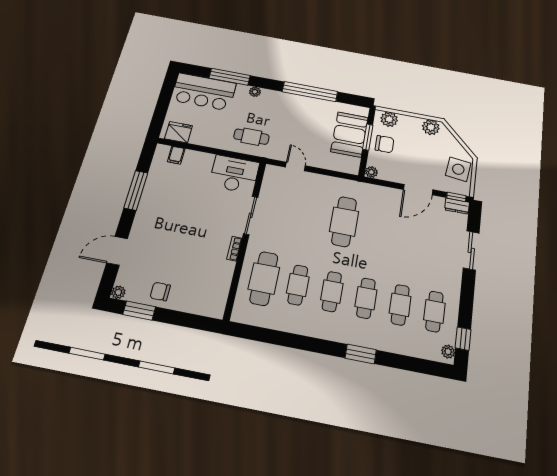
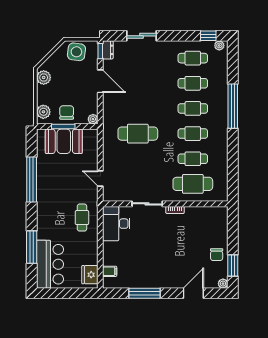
plant: (255, 92) -> (41, 224), removed
door: (295, 166) -> (100, 178), hinge flipped
door: (117, 251) -> (193, 293), swing flipped
window: (361, 354) -> (233, 106), width x2.11

